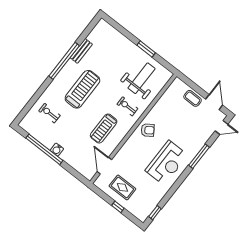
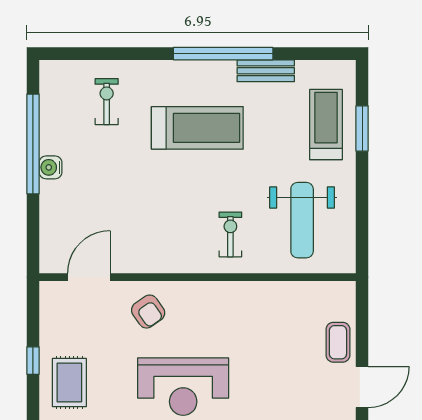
window: (146, 49) -> (362, 128), moved
weight bench: (142, 78) -> (302, 220), turned 90
treadmill: (104, 129) -> (326, 125), moved, turned 90
armchair: (148, 130) -> (148, 312), moved
rug: (122, 187) -> (69, 383), moved

